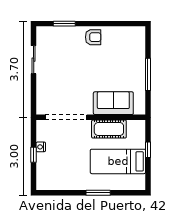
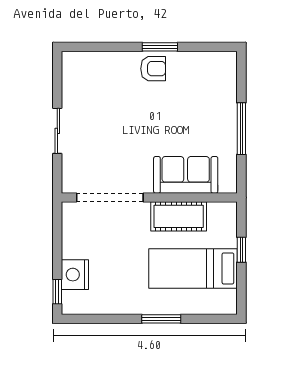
window: (64, 24) -> (160, 47), moved
sliding door: (34, 60) -> (57, 131), moved
nightstand: (41, 147) -> (75, 275), moved, width x1.89, depth x1.79
window: (34, 155) -> (57, 292), moved

